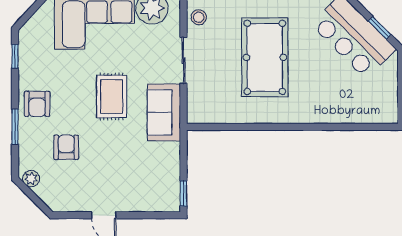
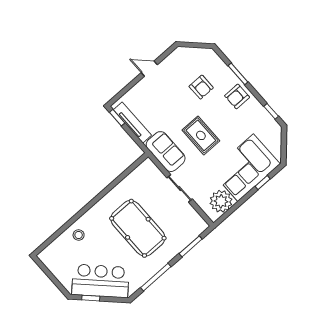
stool: (199, 17) -> (79, 235), moved
armchair: (37, 104) -> (237, 96), turned -90
tv unit: (172, 174) -> (132, 123), added
plant: (31, 179) -> (205, 54), removed

